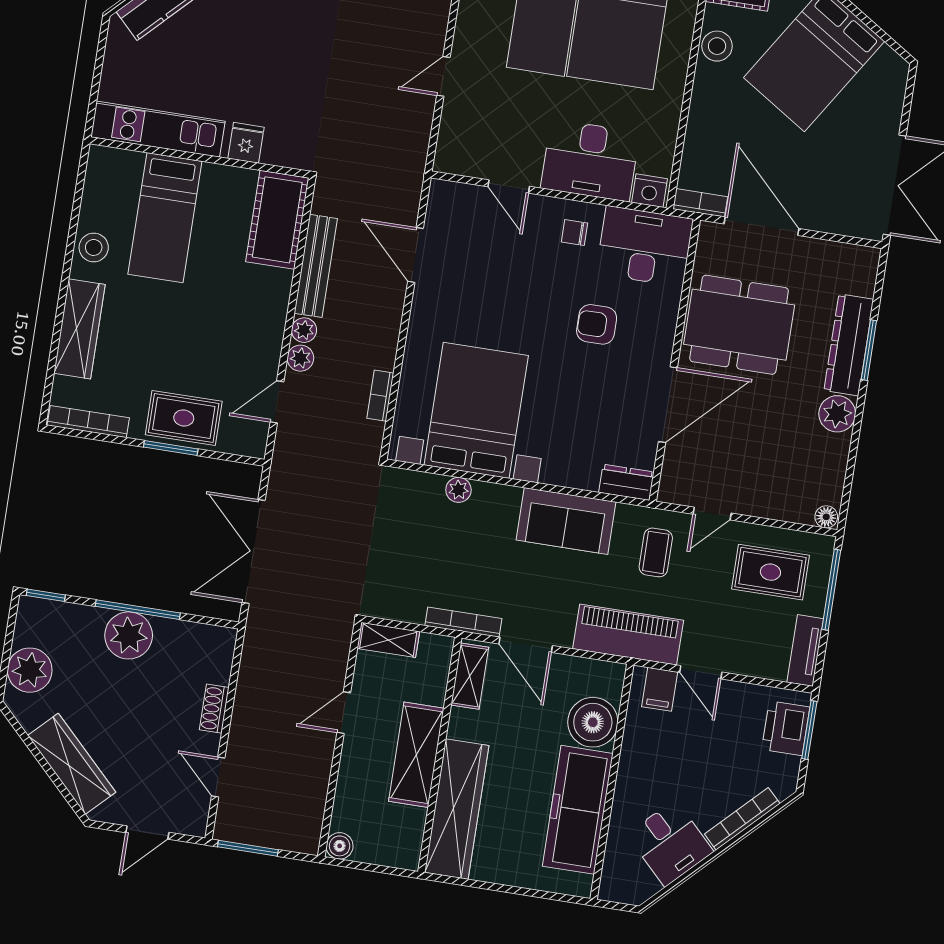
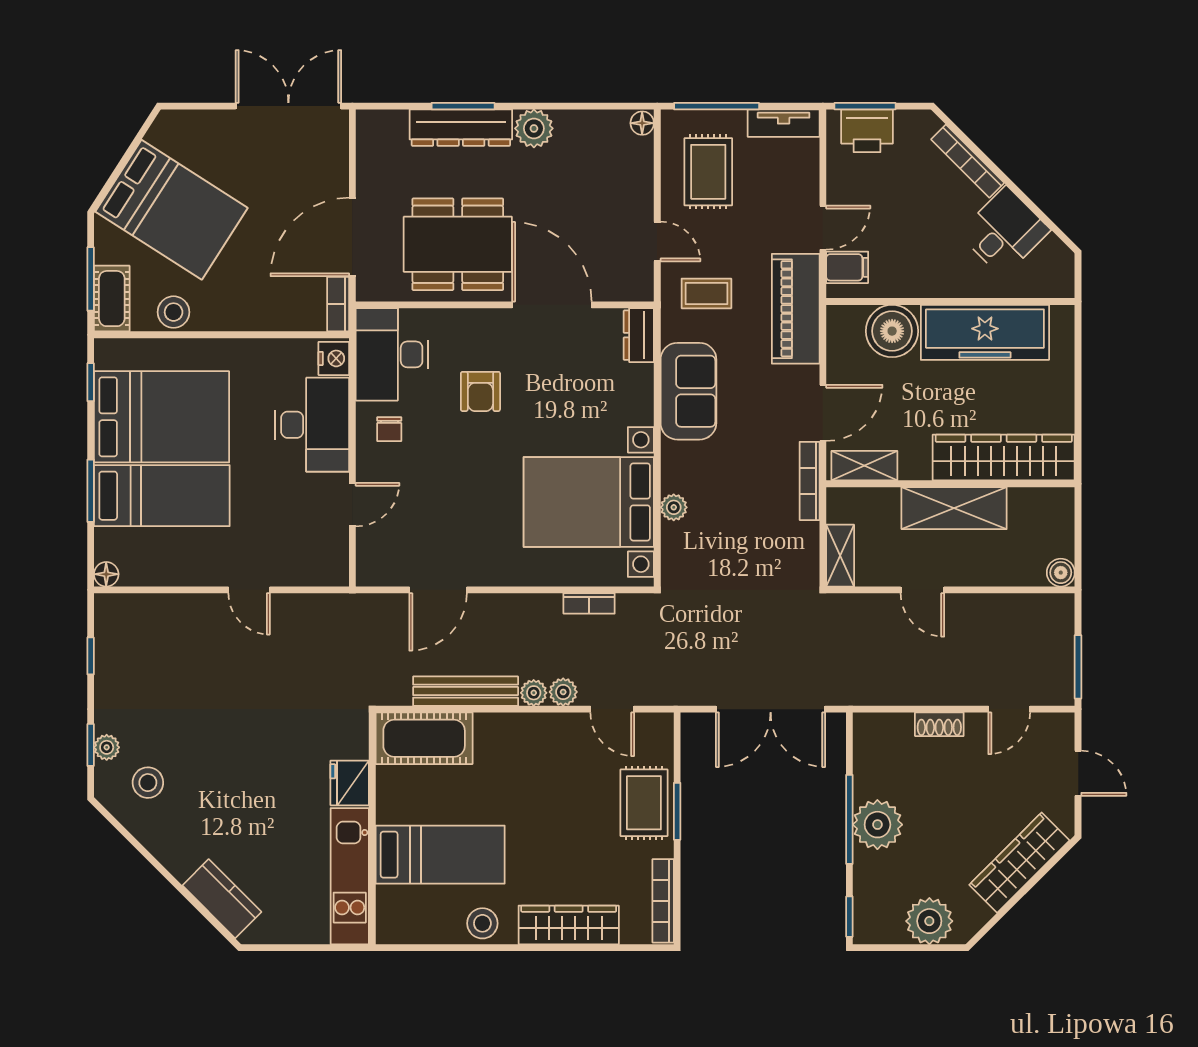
fridge: (246, 143) -> (350, 783), width x1.38
dining table: (739, 325) -> (458, 244), turned 90

